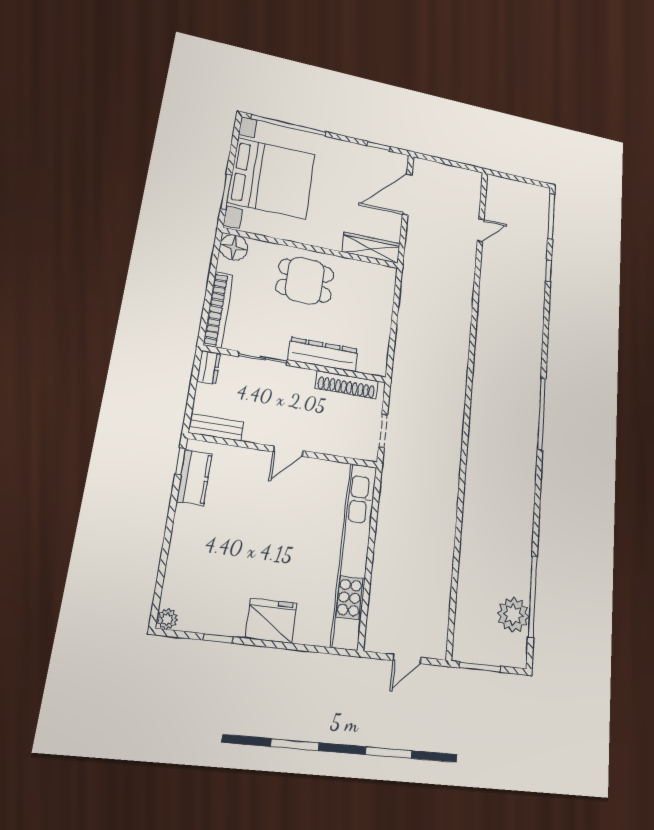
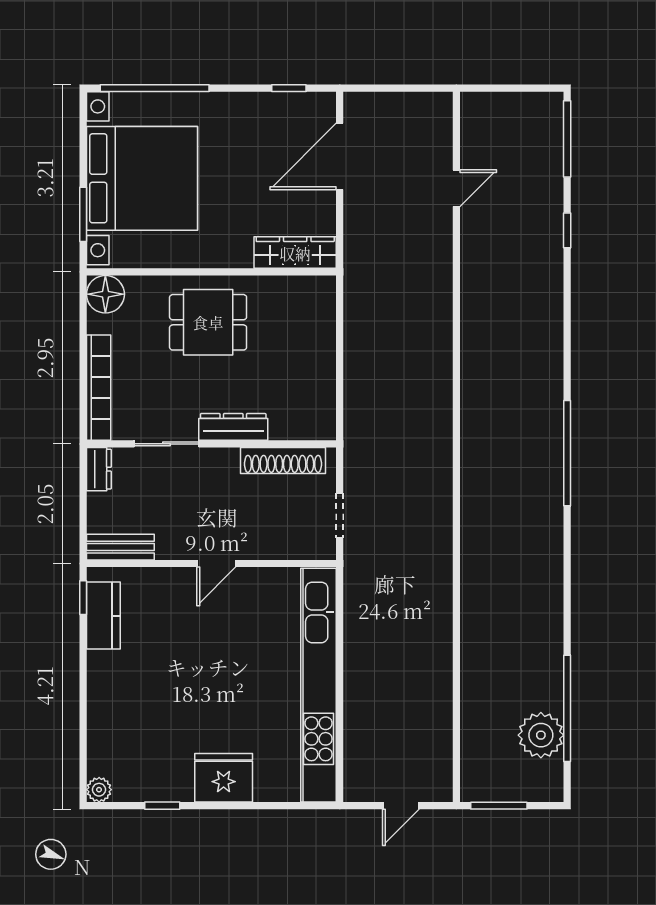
dresser: (323, 354) -> (233, 427), width x0.73, depth x0.80

